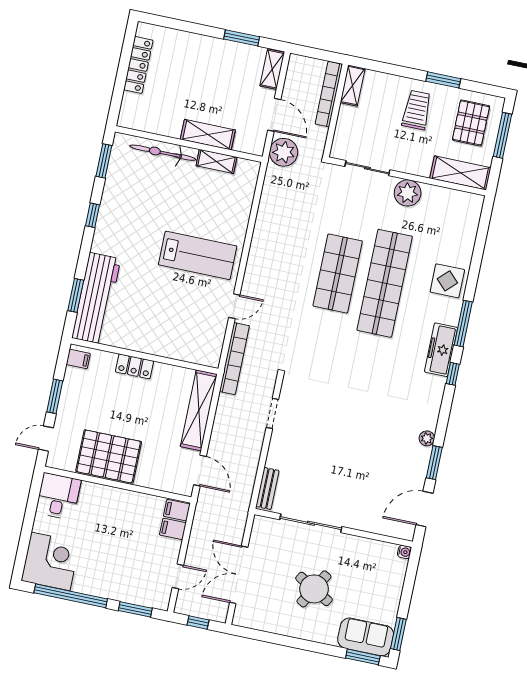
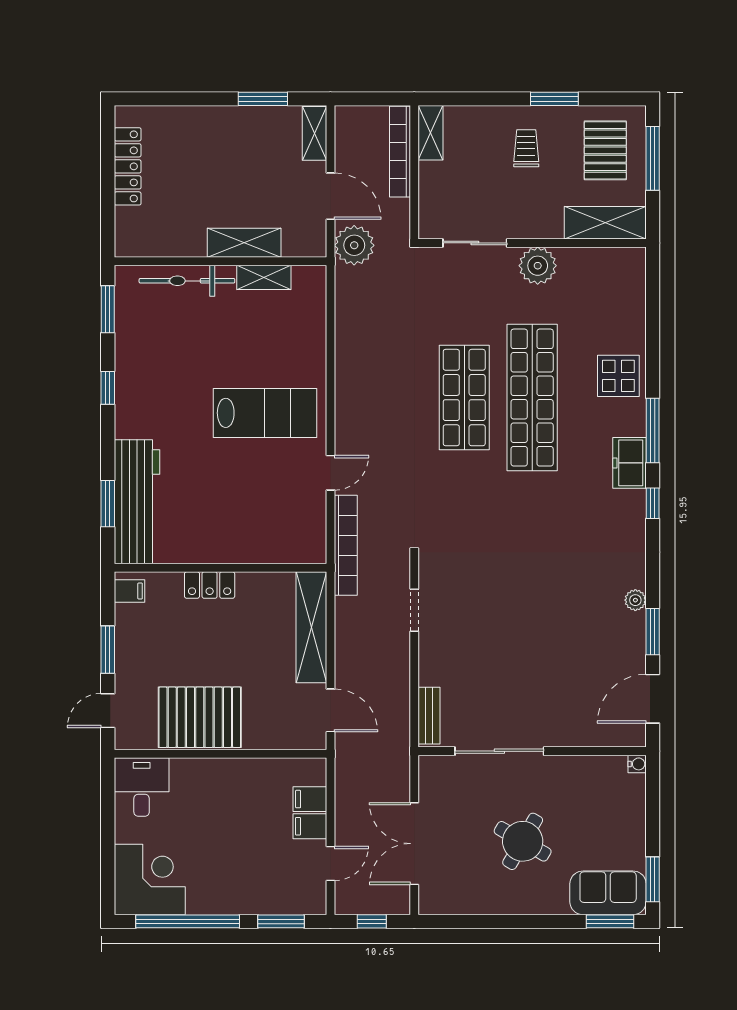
trolley: (417, 110) -> (526, 148), width x0.73, depth x0.72
freezer: (441, 350) -> (629, 463), width x0.71
filing cabinet: (177, 510) -> (310, 826), moved

